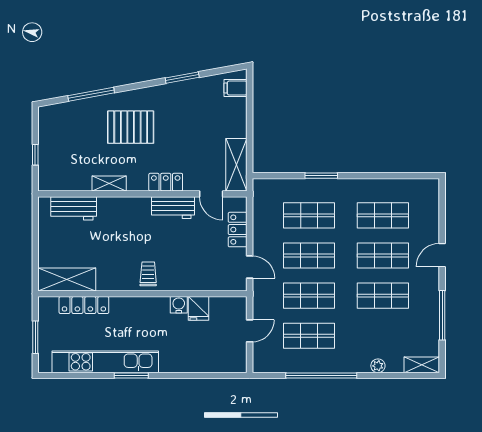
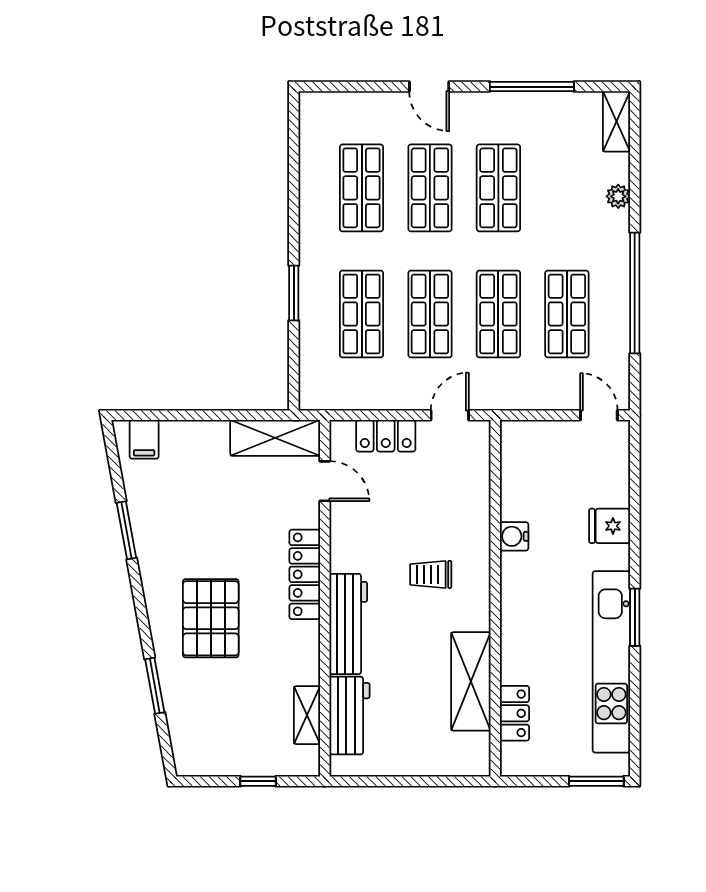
window: (91, 94) -> (155, 686), width x0.69
locker: (166, 182) -> (305, 574), width x1.53
shelving: (109, 183) -> (307, 715), moved
door: (211, 194) -> (325, 481), hinge flipped
workbench: (173, 208) -> (348, 624), moved, width x1.38
trolley: (148, 274) -> (431, 574), moved
shelving: (67, 279) -> (471, 681), moved
locker: (84, 305) -> (514, 713), width x0.66
fridge: (199, 308) -> (610, 526), moved, turned 180
door: (250, 331) -> (599, 415), moved
window: (35, 337) -> (596, 781), moved

